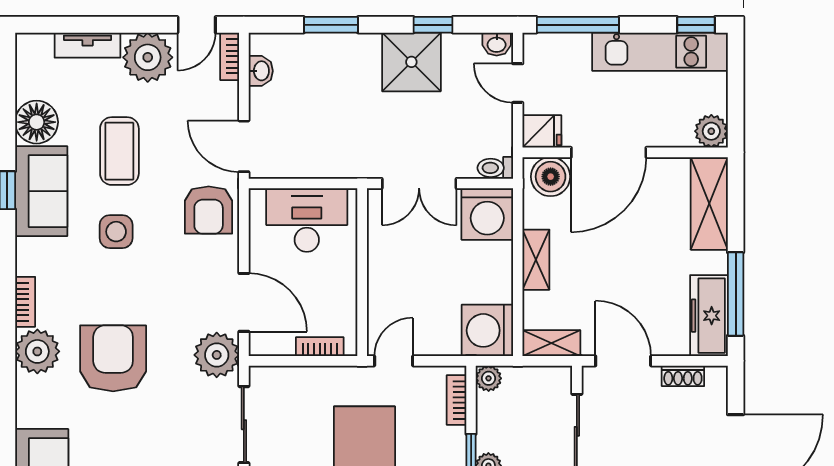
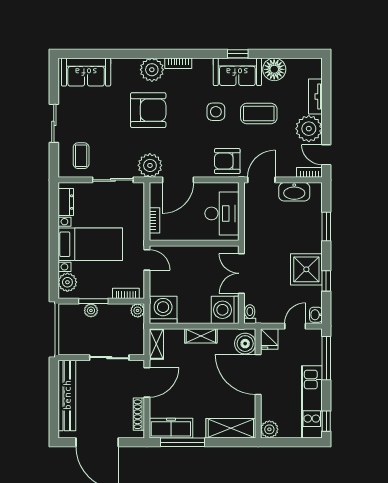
washbasin: (261, 71) -> (294, 192), width x1.91, depth x1.45
shoe rack: (683, 376) -> (139, 414), width x1.43

